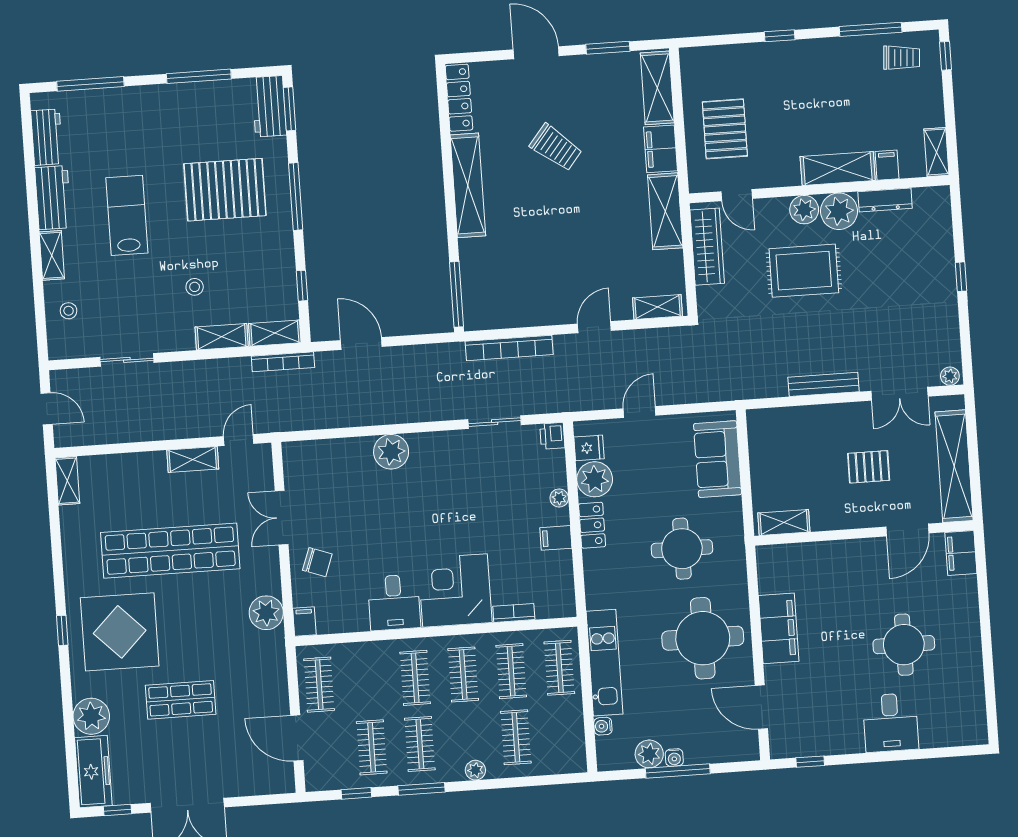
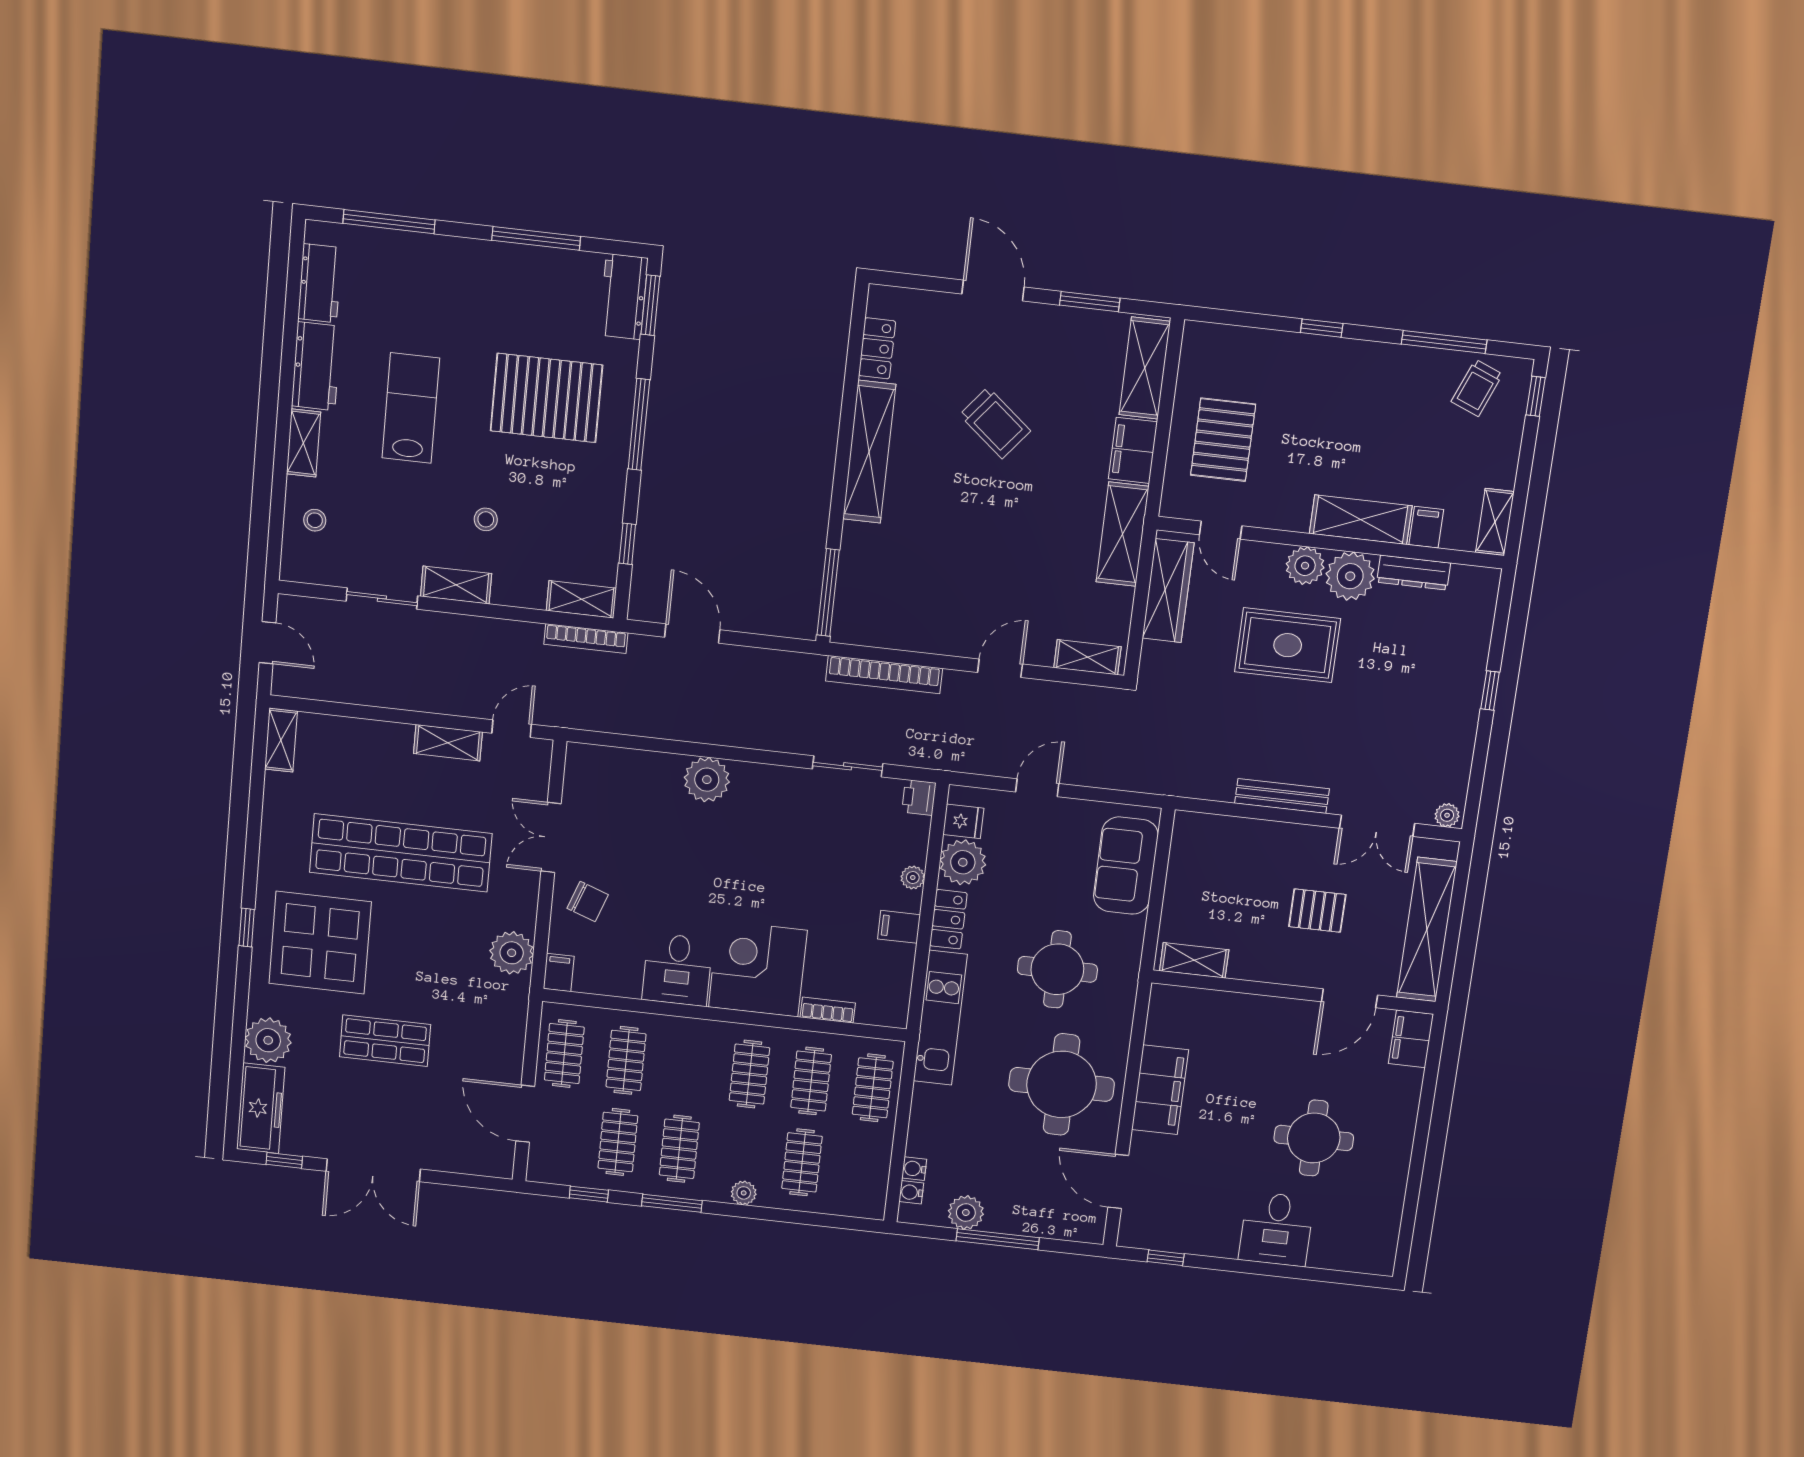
trolley: (902, 58) -> (1477, 388), turned 108
locker: (459, 98) -> (877, 348), width x0.66
shelving: (222, 337) -> (456, 585), moved
kitchen unit: (605, 663) -> (940, 1018), moved
clothes rail: (415, 678) -> (626, 1060), moved
water cooler: (674, 758) -> (911, 1192), moved, turned 90

